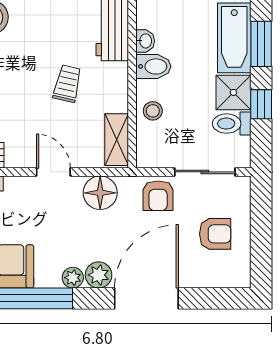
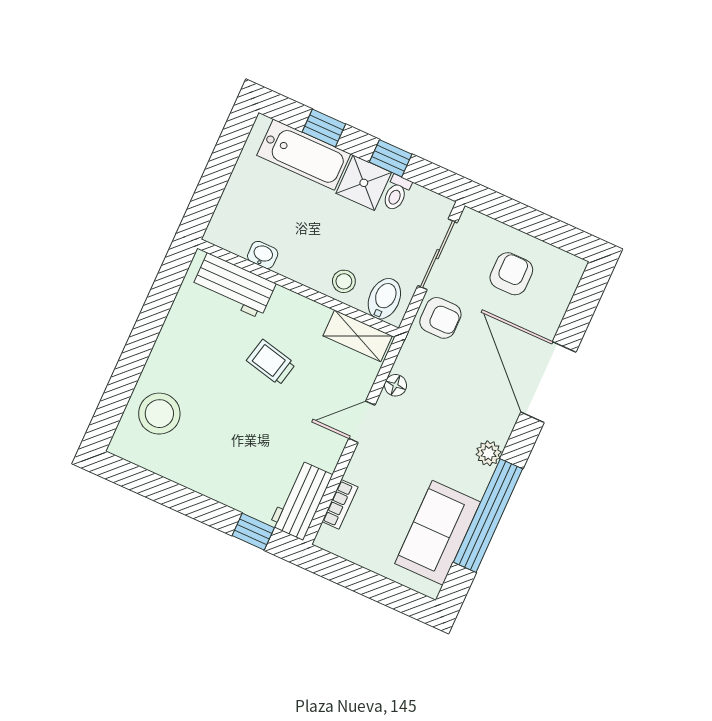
window: (261, 44) -> (324, 128), width x0.67
bidet: (153, 66) -> (384, 299), moved
toilet: (232, 124) -> (396, 193), width x0.73, depth x0.72
floor lamp: (100, 193) -> (395, 385), width x0.53, depth x0.53
plant: (99, 275) -> (498, 423), removed

